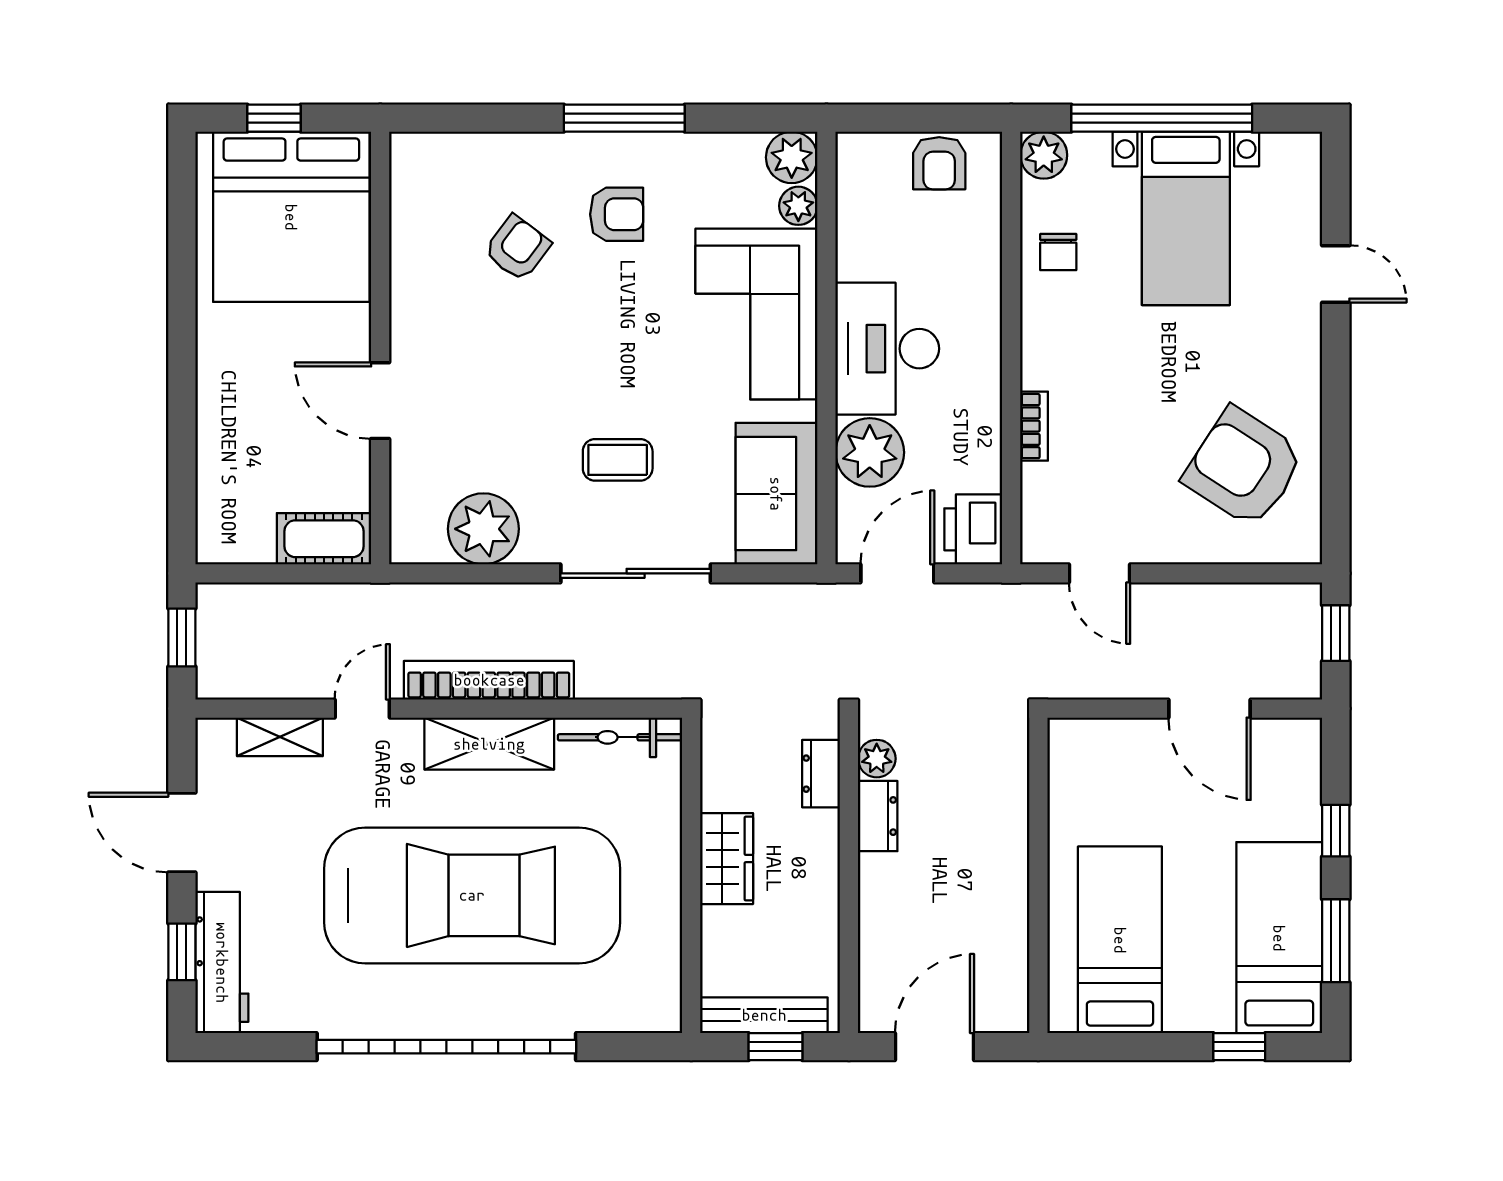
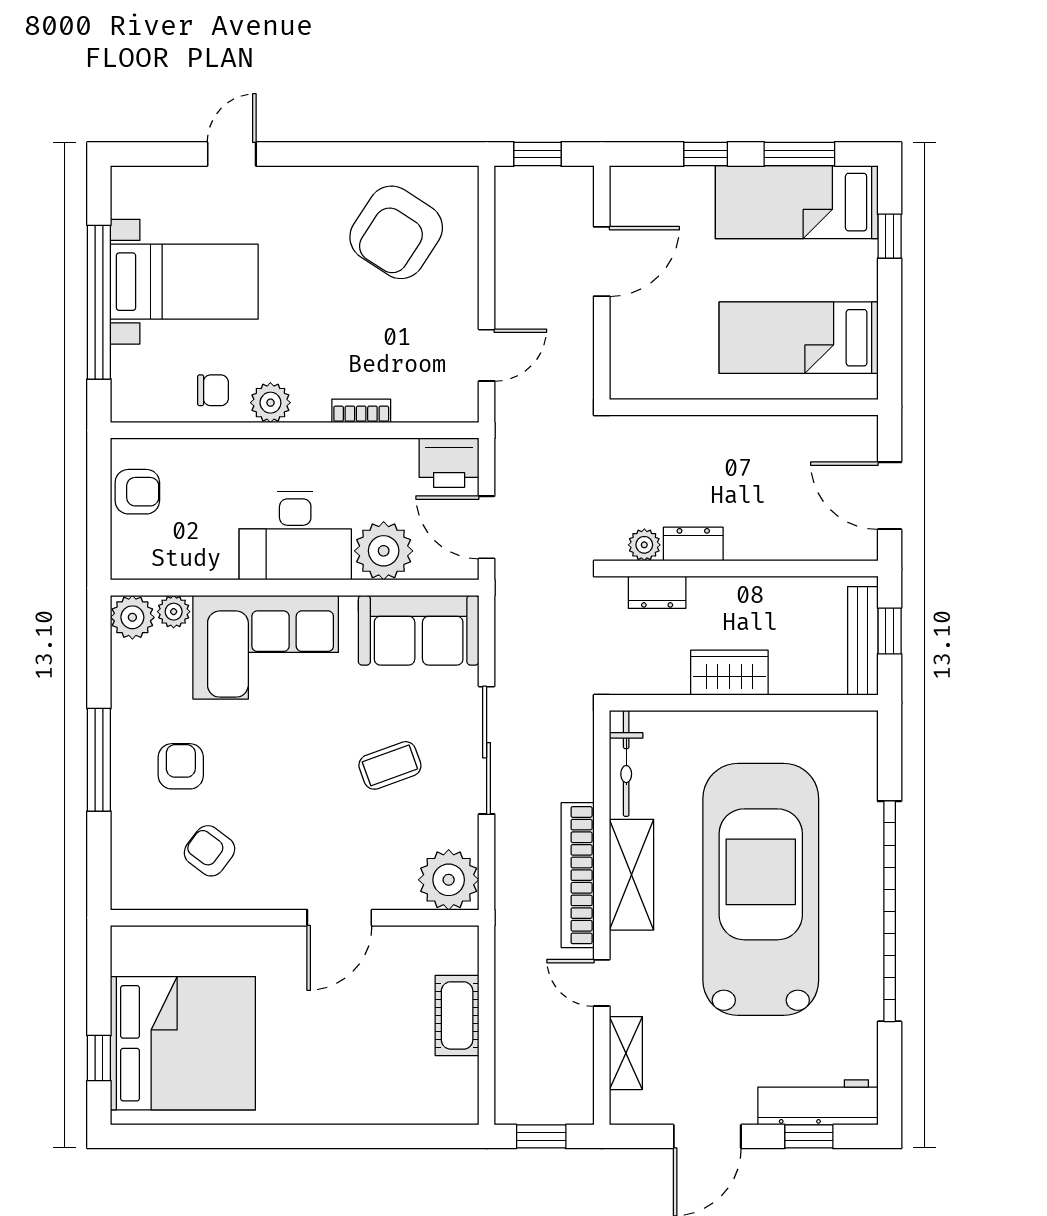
plant: (1044, 155) -> (270, 403), moved
wall: (380, 348) -> (295, 918), moved
door: (380, 401) -> (339, 918), moved
coffee table: (618, 460) -> (390, 765), turned 70

